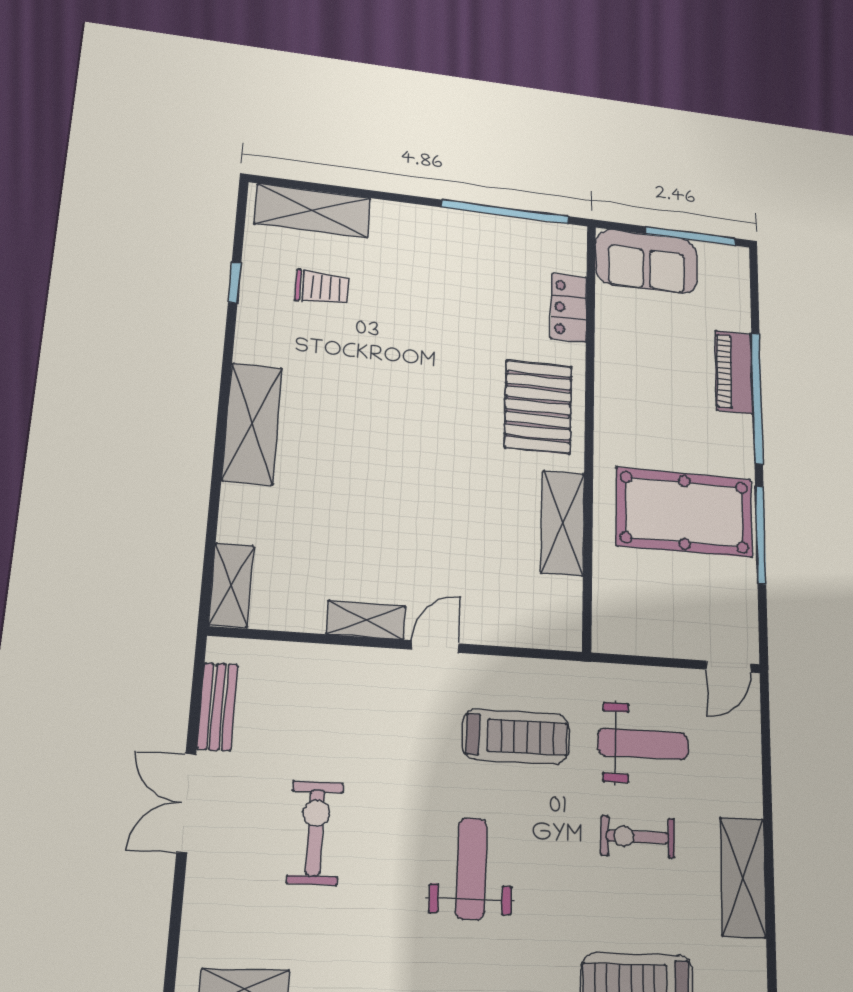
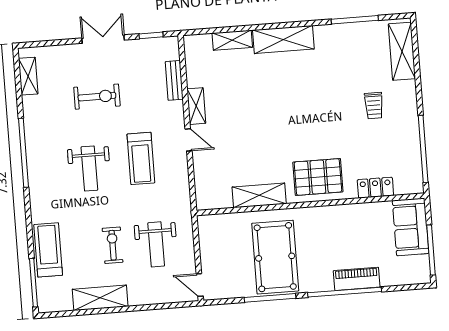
window: (235, 282) -> (355, 20), width x2.17
trolley: (322, 288) -> (374, 106), moved
shelving: (231, 585) -> (232, 40), moved
window: (196, 694) -> (151, 35), added
bench: (218, 707) -> (174, 80), moved, turned 90
treadmill: (516, 737) -> (141, 158), moved
weight bench: (471, 869) -> (89, 169), turned 90

